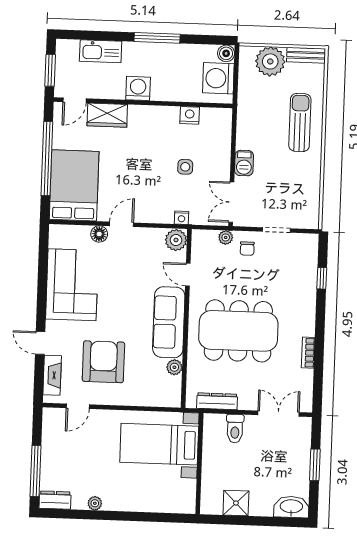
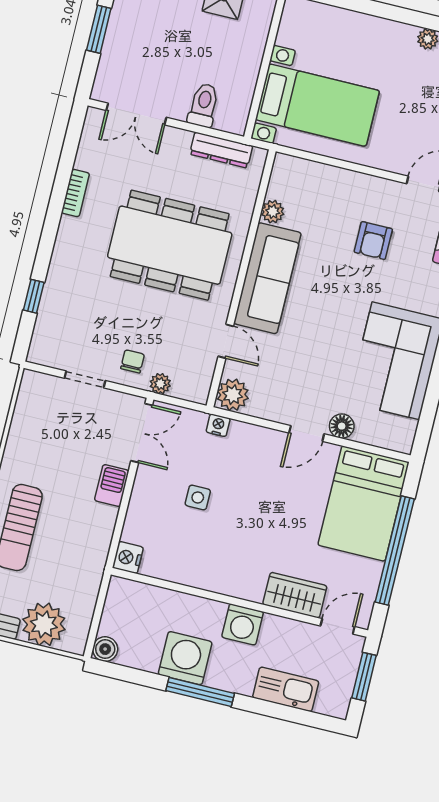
washing machine: (218, 78) -> (185, 658), moved, turned -90
nightstand: (190, 115) -> (128, 558), moved, turned 90
armchair: (103, 362) -> (373, 241), width x0.53, depth x0.53

